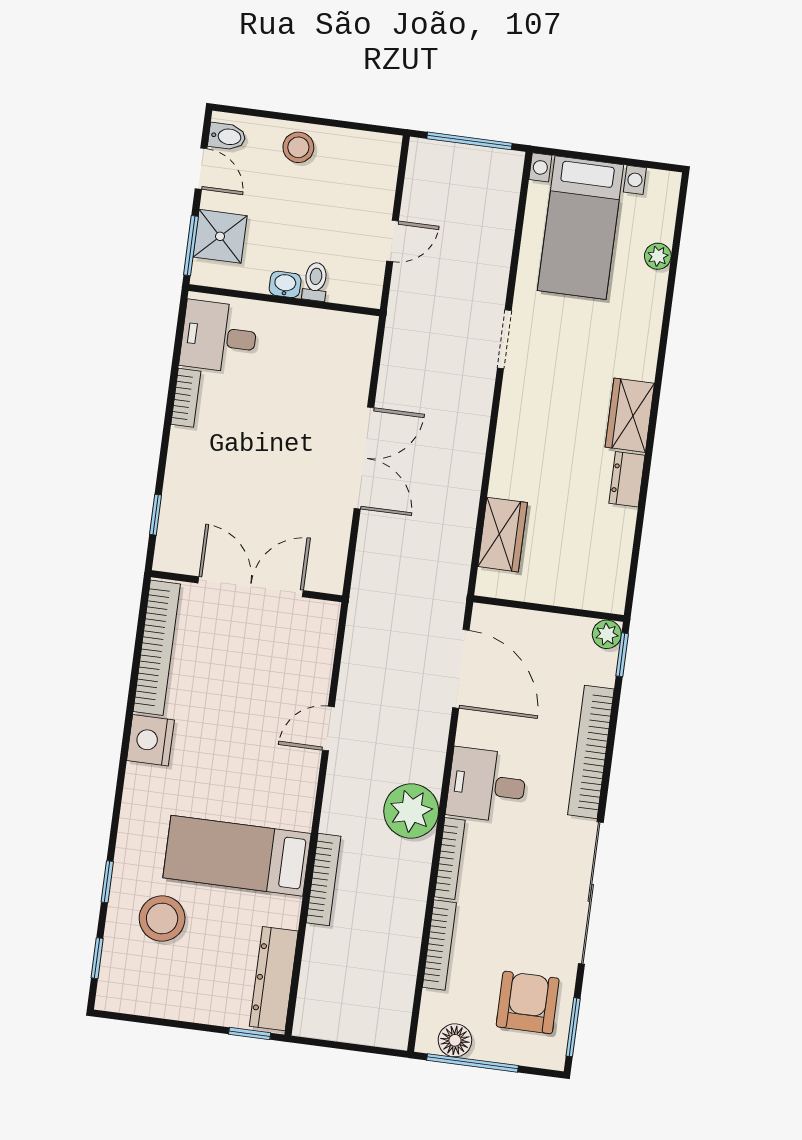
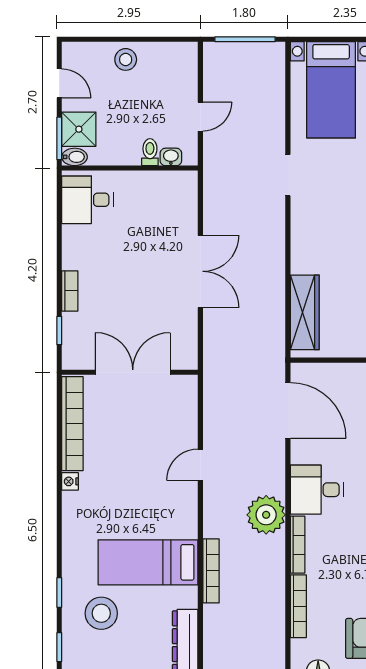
bidet: (227, 136) -> (75, 157), moved
washbasin: (285, 284) -> (171, 157), moved
bookcase: (186, 398) -> (70, 291), moved
wardrobe: (503, 535) -> (305, 312), width x1.50
nightstand: (150, 740) -> (70, 481), width x0.53, depth x0.56

